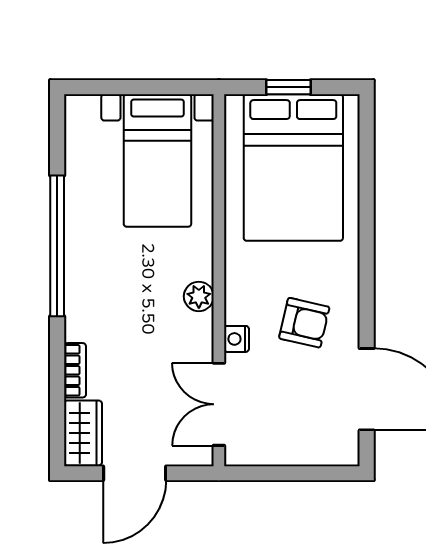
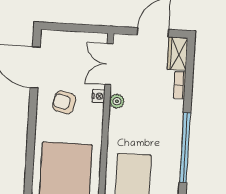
plant: (199, 296) -> (117, 101), moved
double door: (219, 404) -> (109, 64), swing flipped

